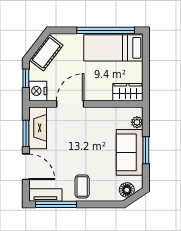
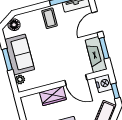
wardrobe: (128, 92) -> (53, 96), moved
door: (70, 104) -> (76, 80), hinge flipped
door: (26, 167) -> (97, 22), hinge flipped

